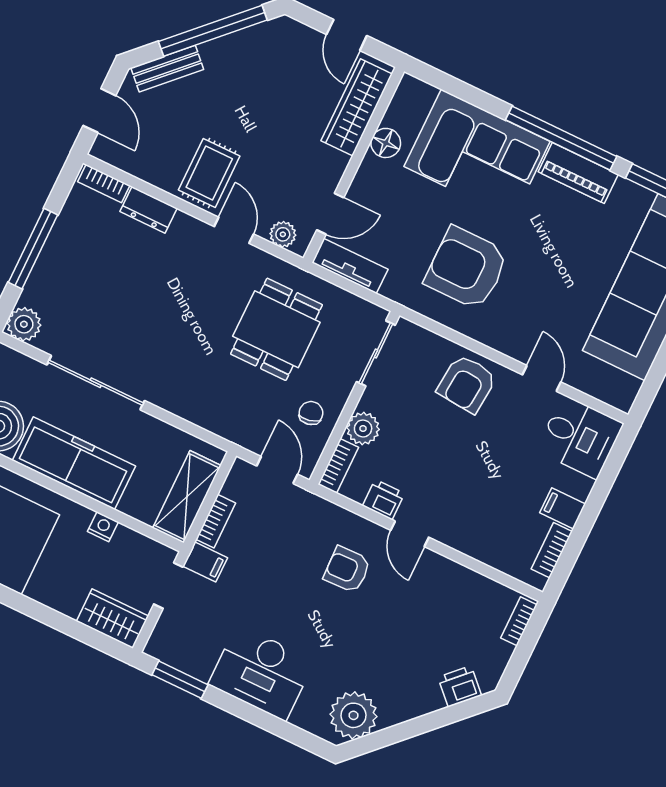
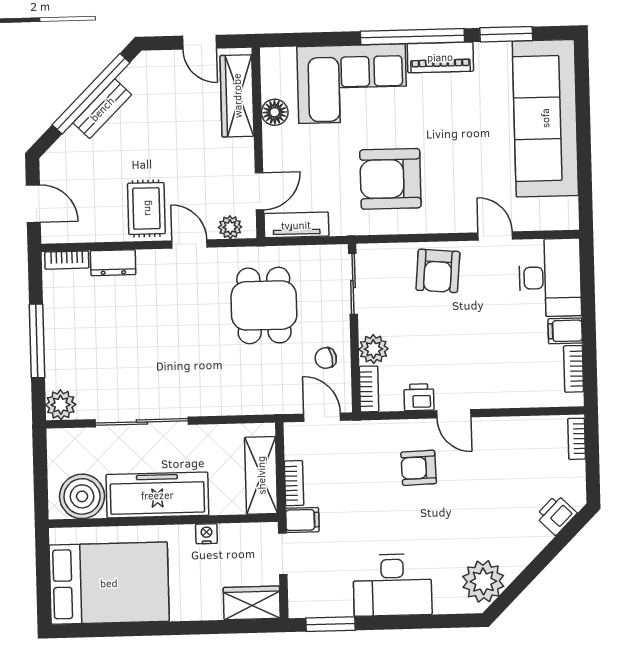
bench: (167, 69) -> (102, 109), moved
chair: (311, 413) -> (326, 358), turned -89
desk: (580, 437) -> (550, 278), width x1.37

